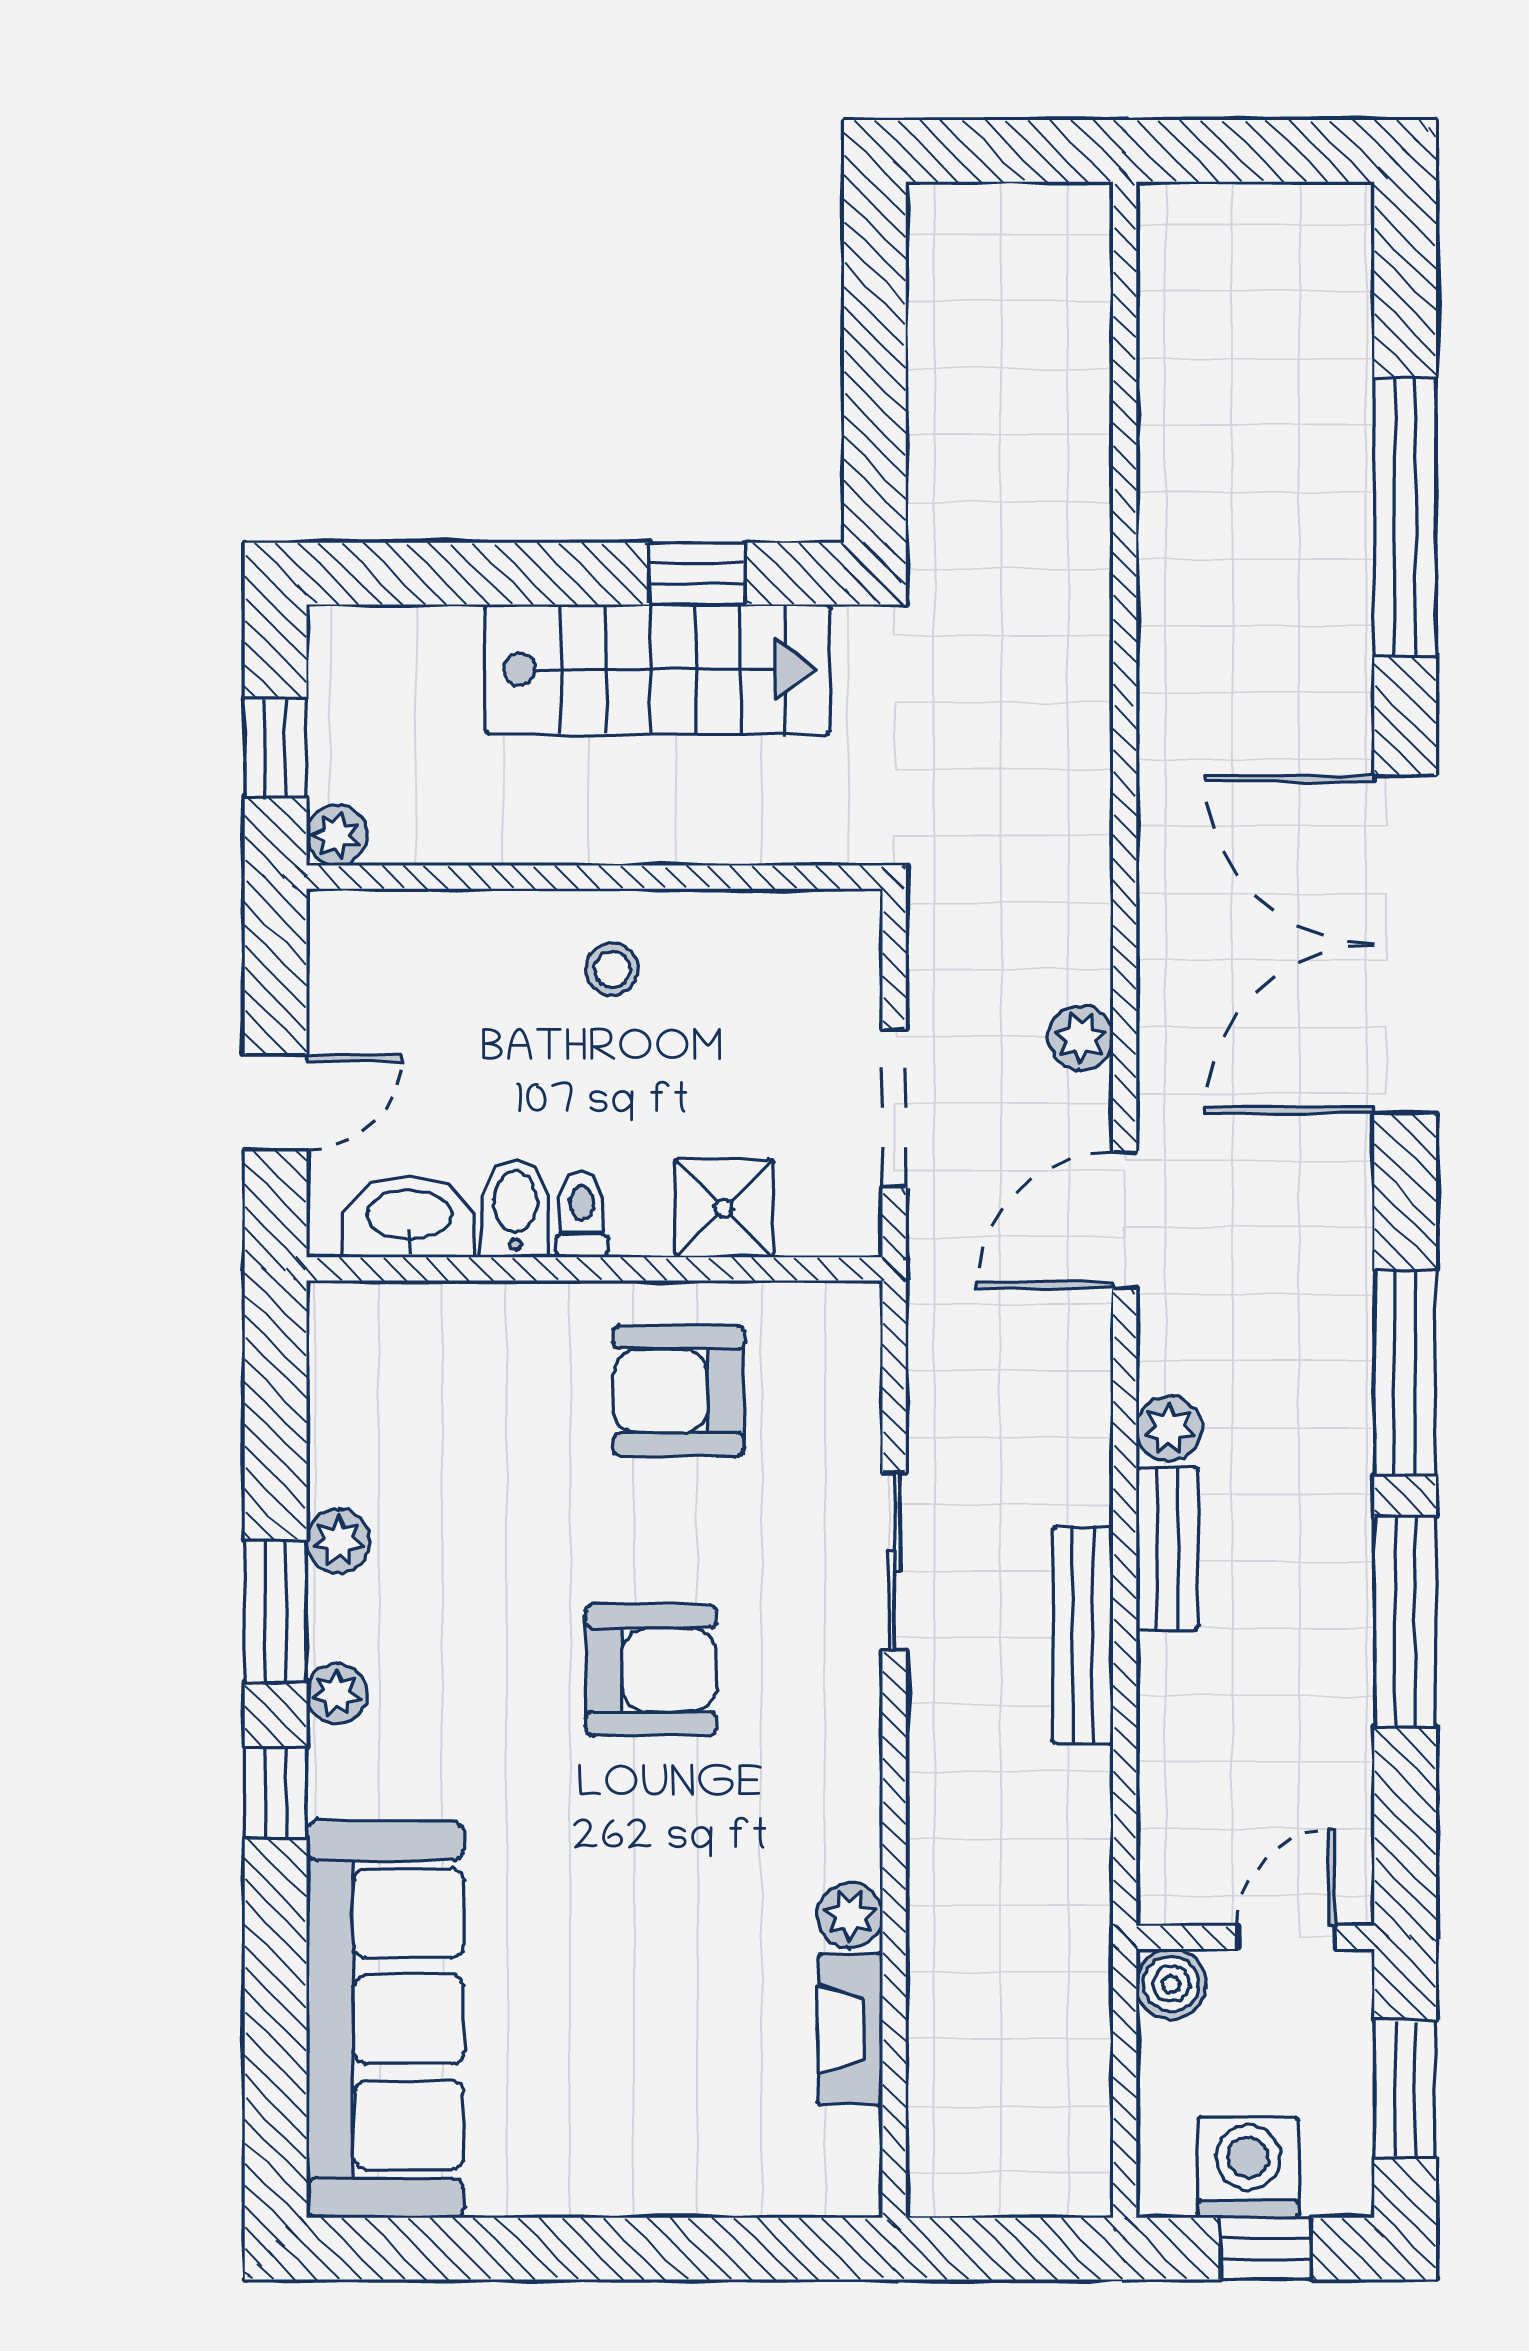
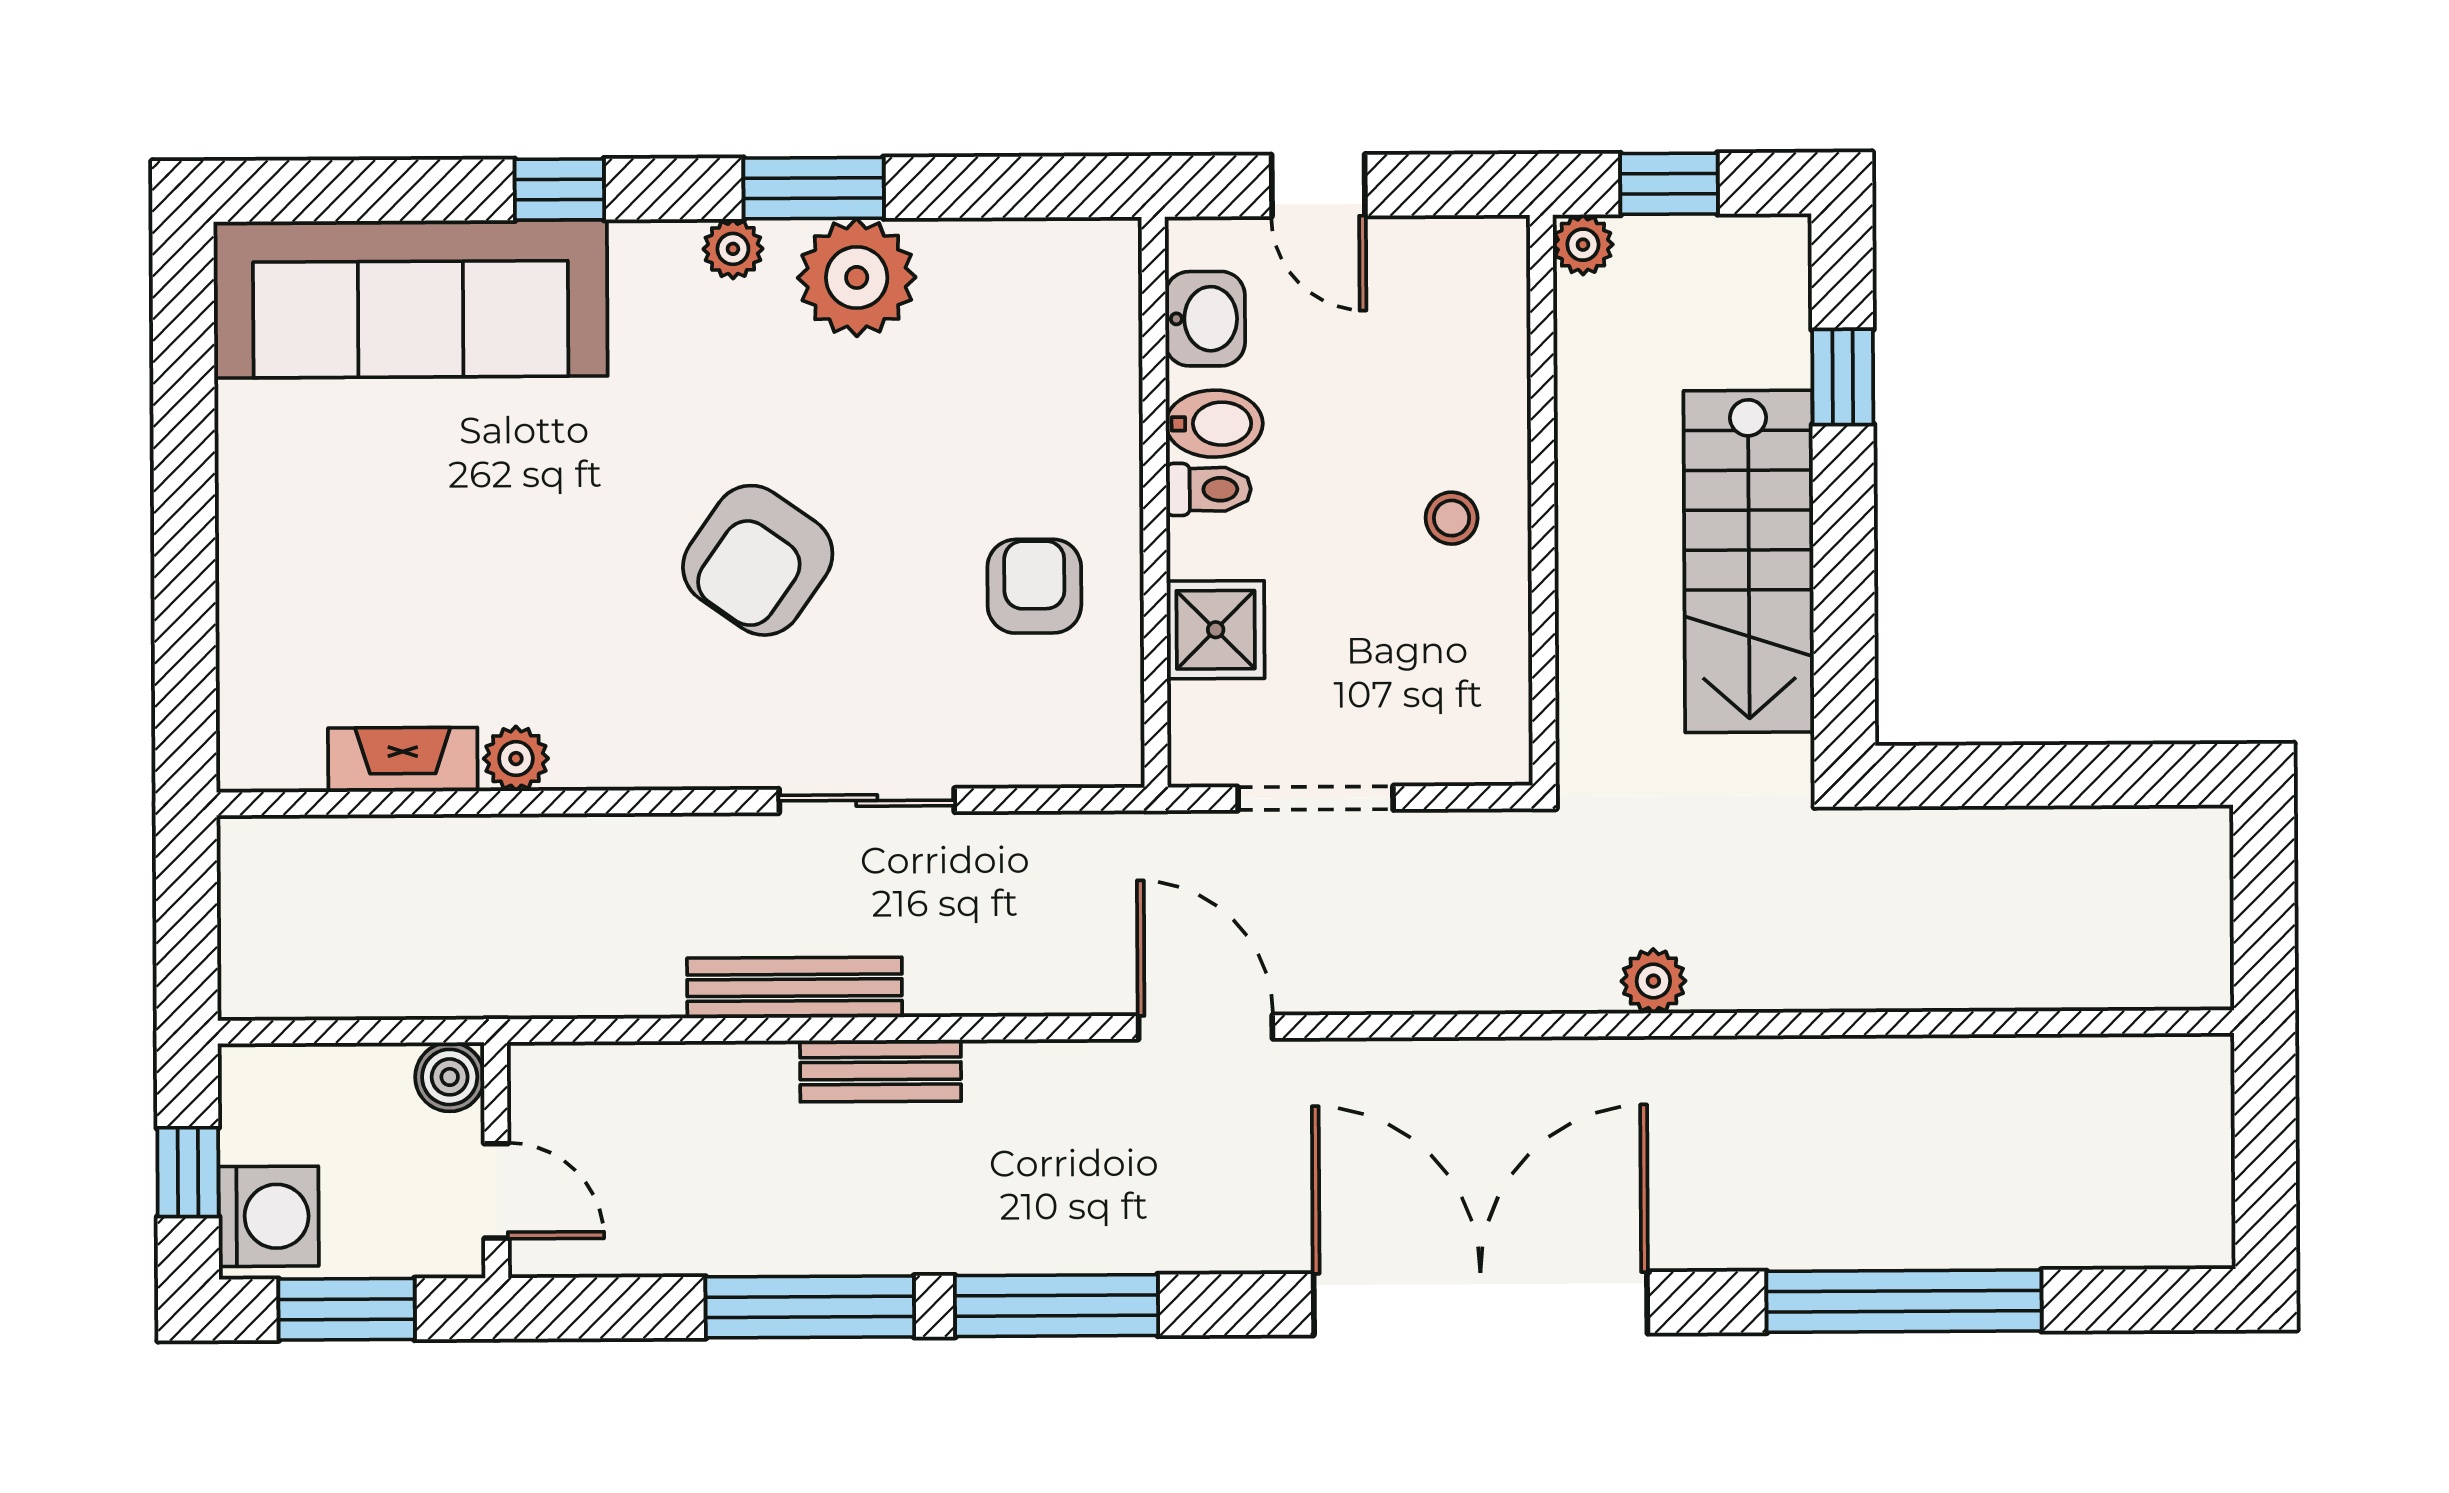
window: (697, 574) -> (1843, 377), moved
plant: (1081, 1038) -> (1653, 981), moved
washbasin: (409, 1217) -> (1205, 319), width x0.72
armchair: (679, 1391) -> (1034, 586), width x0.72, depth x0.72
plant: (1169, 1429) -> (999, 1072), removed
plant: (338, 1541) -> (857, 277), width x1.88, depth x1.88
armchair: (651, 1670) -> (758, 560), turned 35
window: (276, 1793) -> (559, 190), moved
washing machine: (1248, 2167) -> (269, 1216), moved

